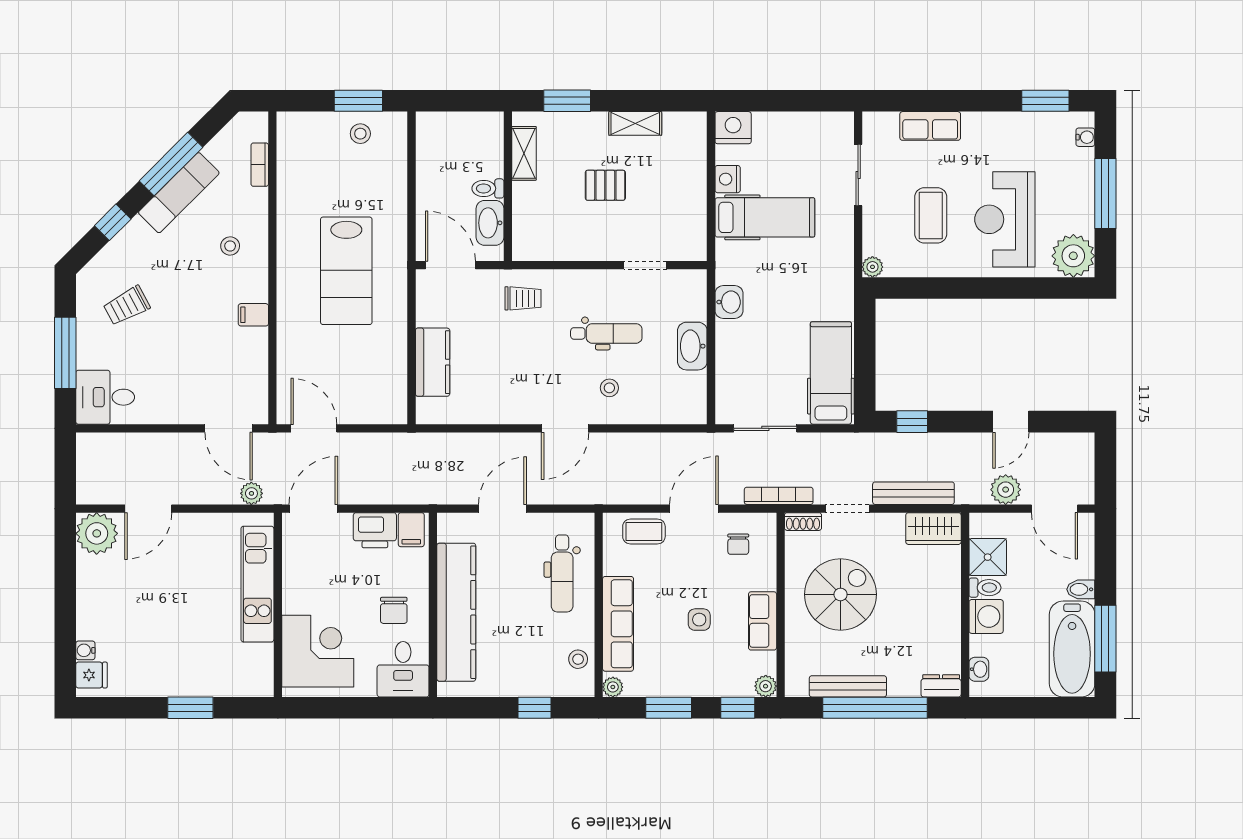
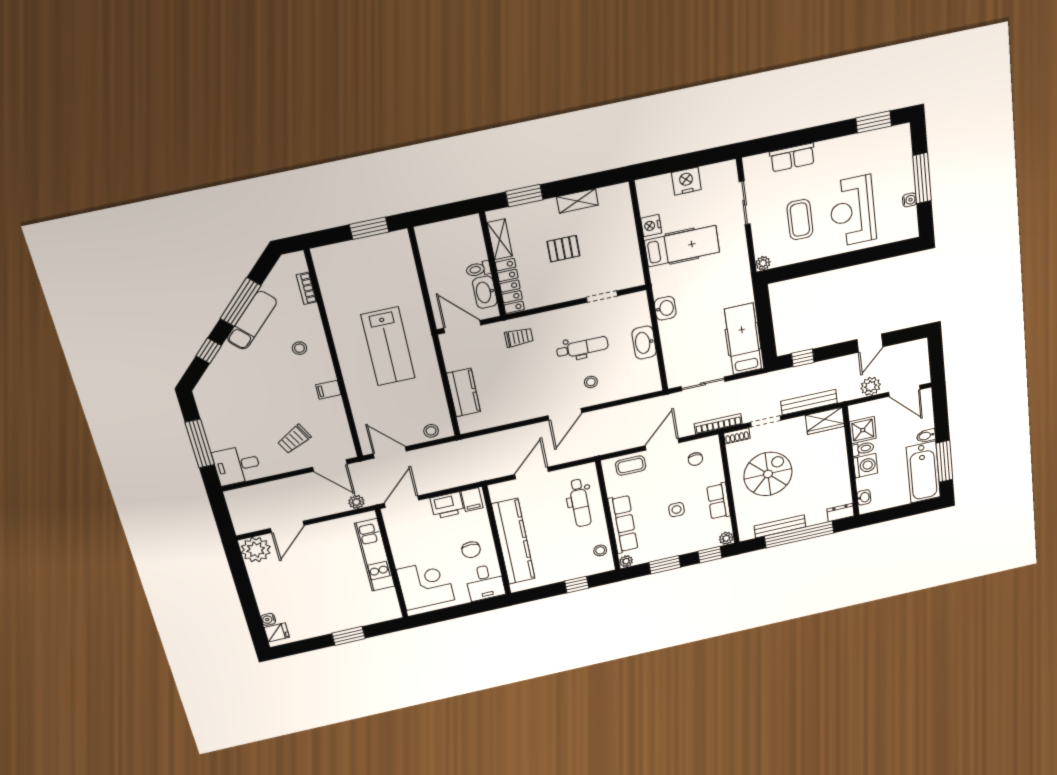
nightstand: (733, 128) -> (686, 181), moved
stool: (360, 134) -> (431, 431), moved
water cooler: (1085, 137) -> (909, 200), moved
locker: (525, 222) -> (510, 286), added
plant: (1073, 256) -> (903, 226), removed
trolley: (127, 306) -> (294, 439), moved

